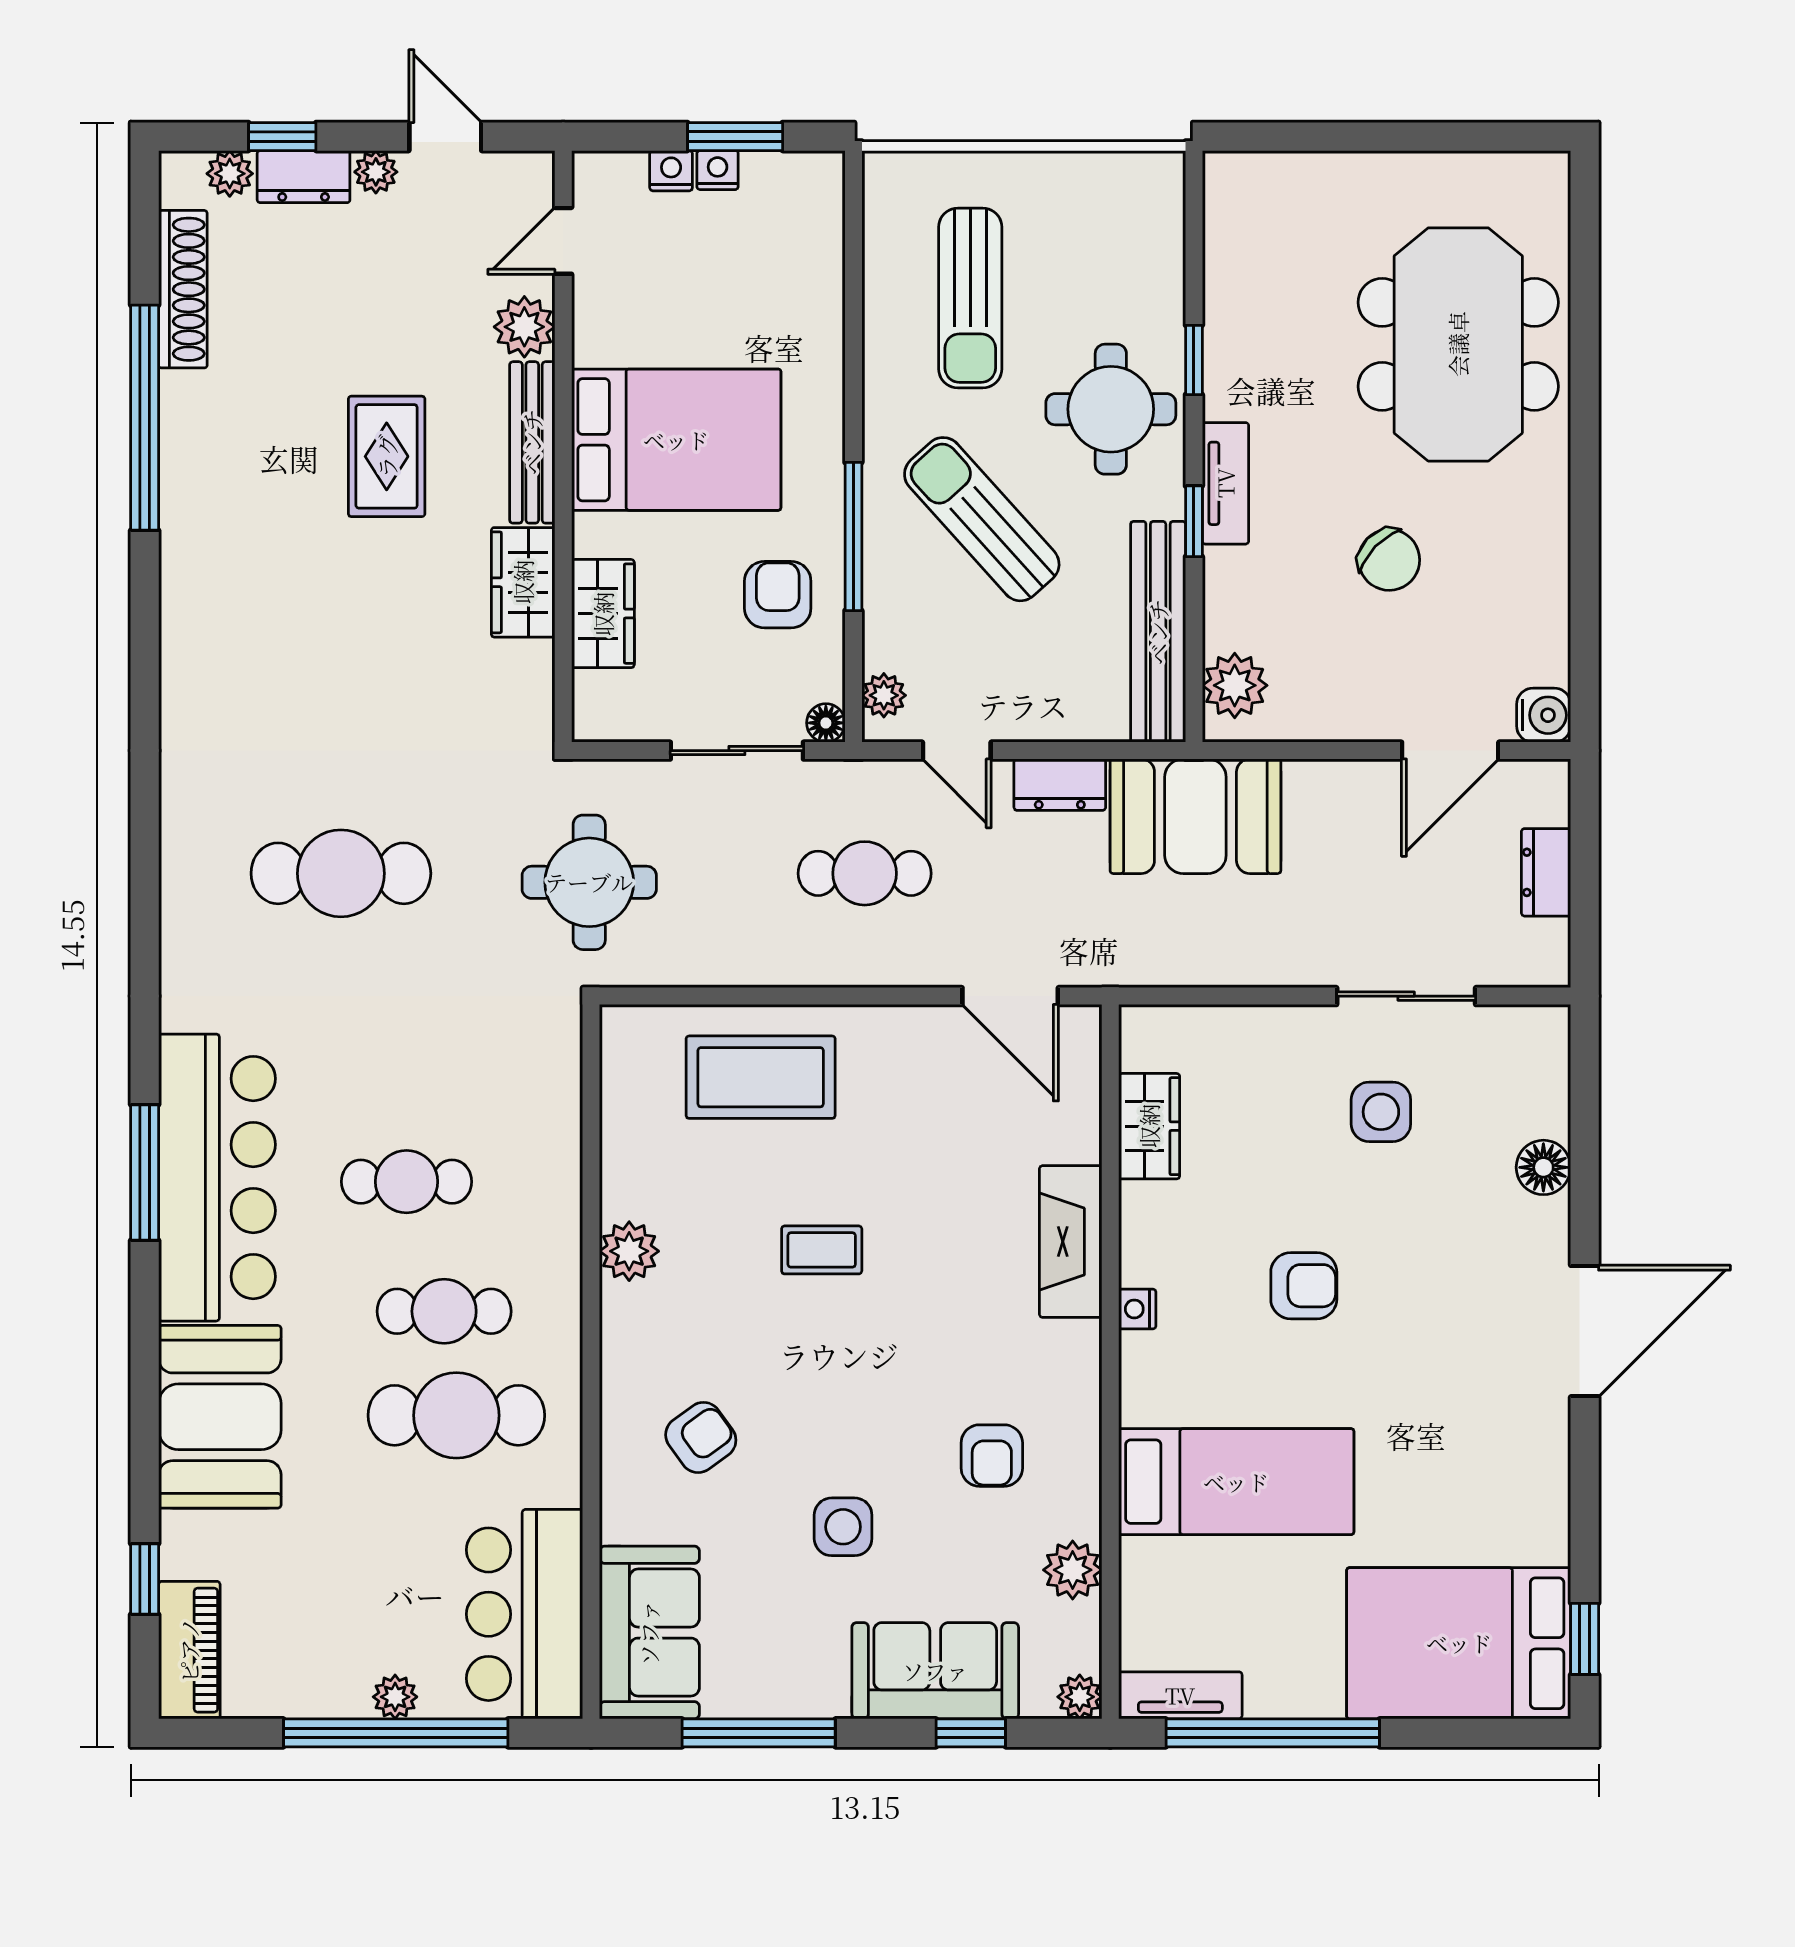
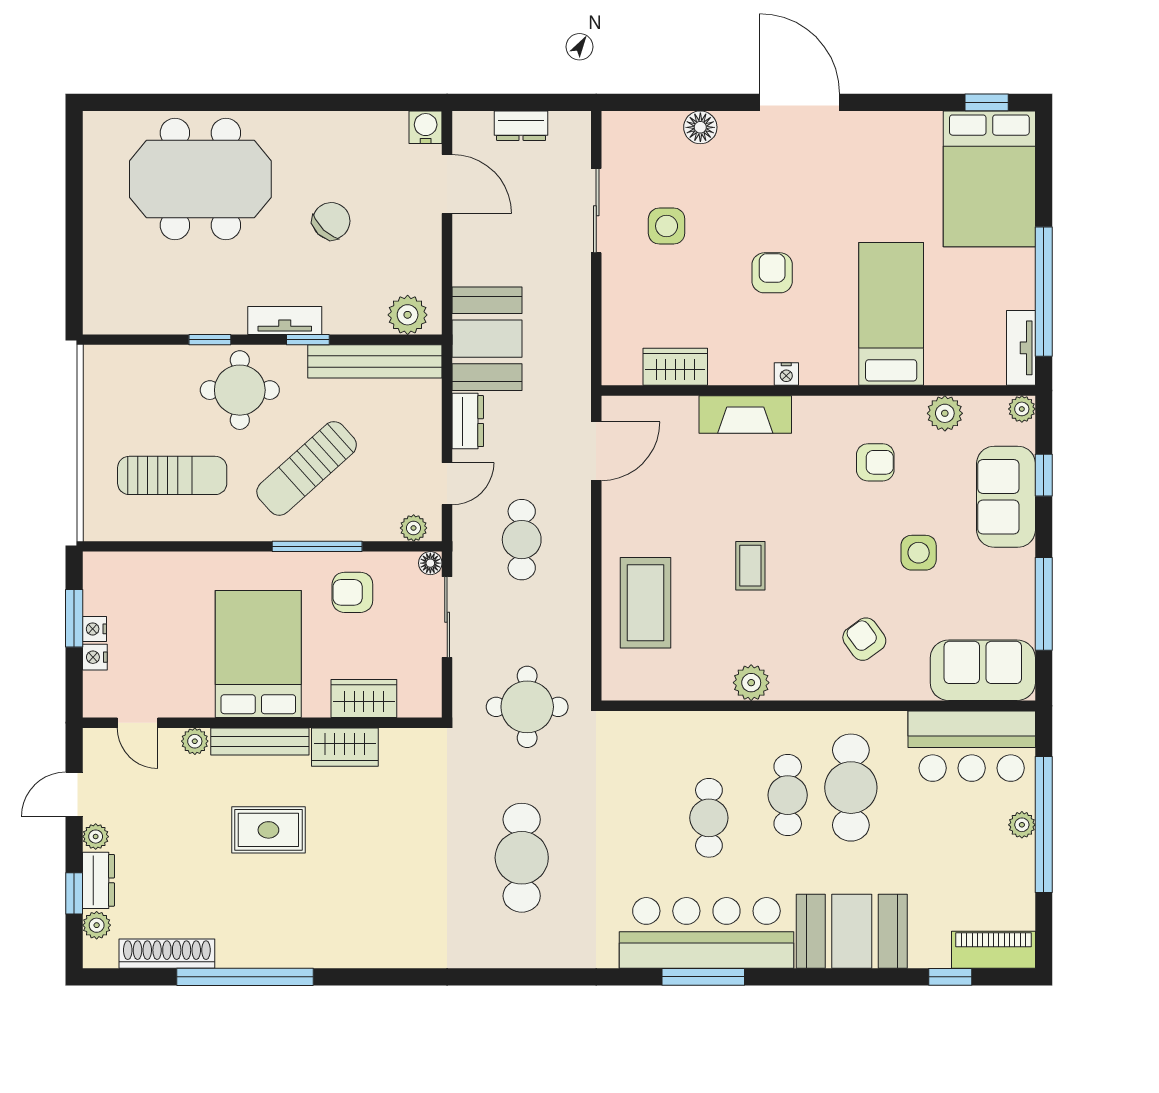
plant: (524, 327) -> (195, 741), width x0.73, depth x0.73

